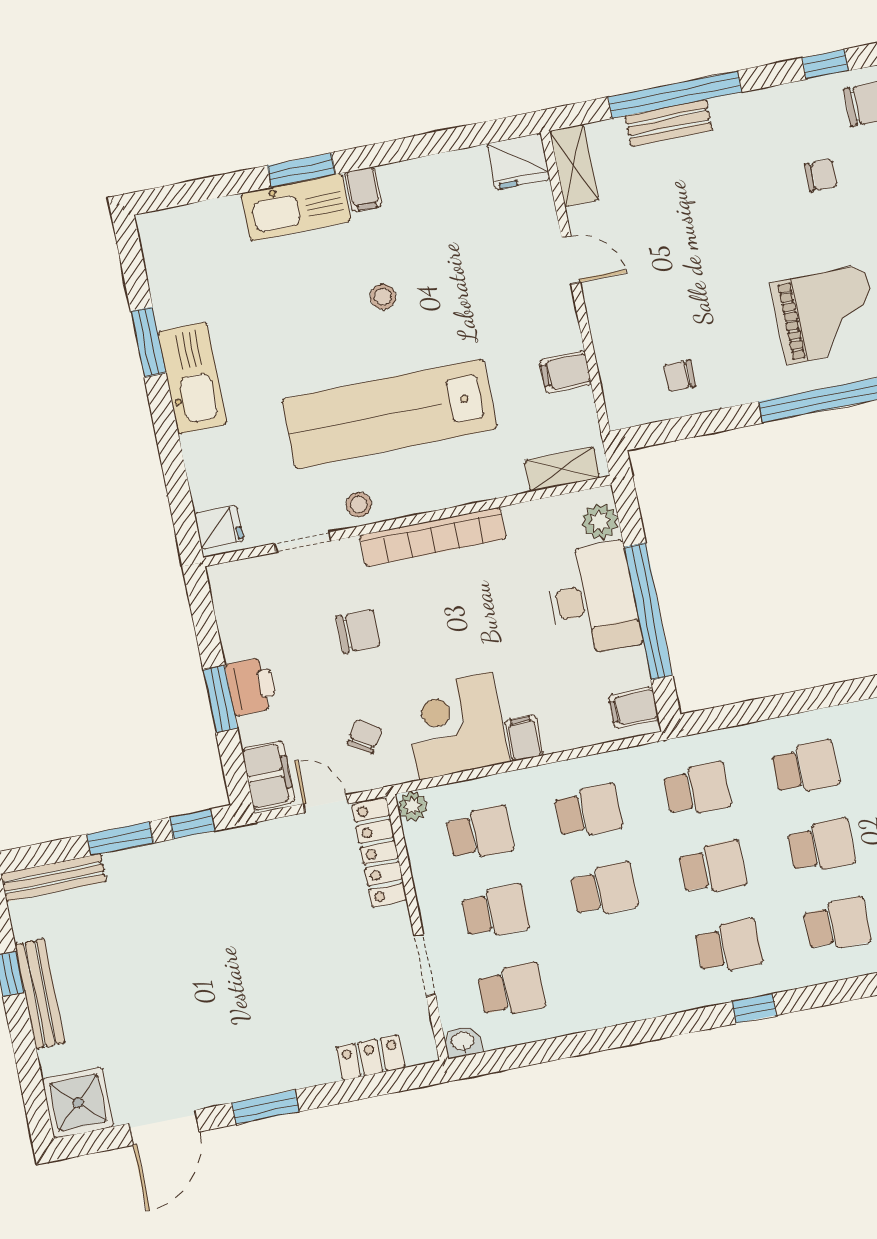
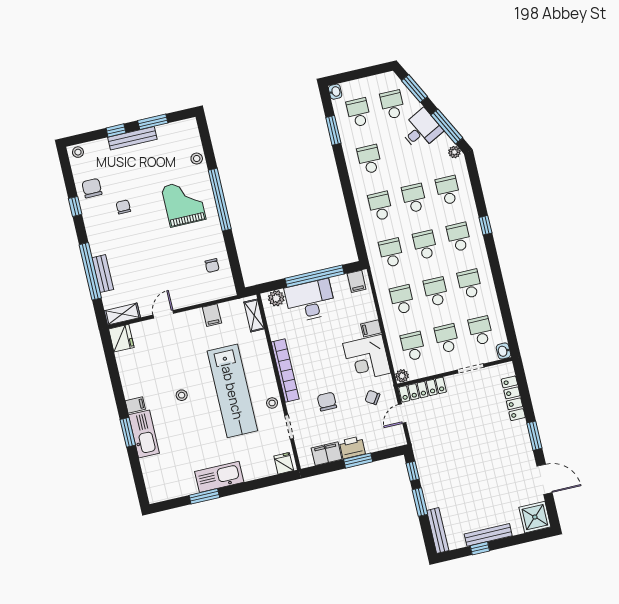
filing cabinet: (268, 775) -> (327, 454), moved
school desk: (620, 968) -> (470, 284), added
locker: (371, 1057) -> (513, 398), width x1.53

